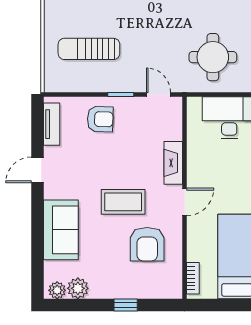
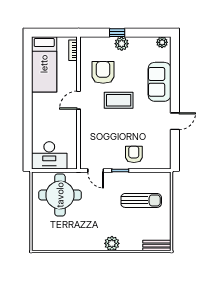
round table: (213, 57) -> (60, 195), width x1.36, depth x1.36
armchair: (100, 119) -> (134, 154), turned 88
tv unit: (52, 124) -> (166, 151), removed
fireplace: (173, 163) -> (86, 126), removed
plant: (78, 288) -> (122, 44), moved

